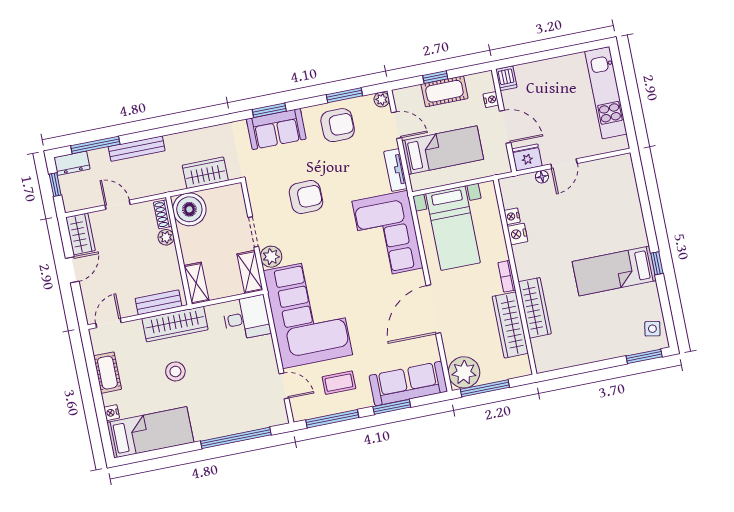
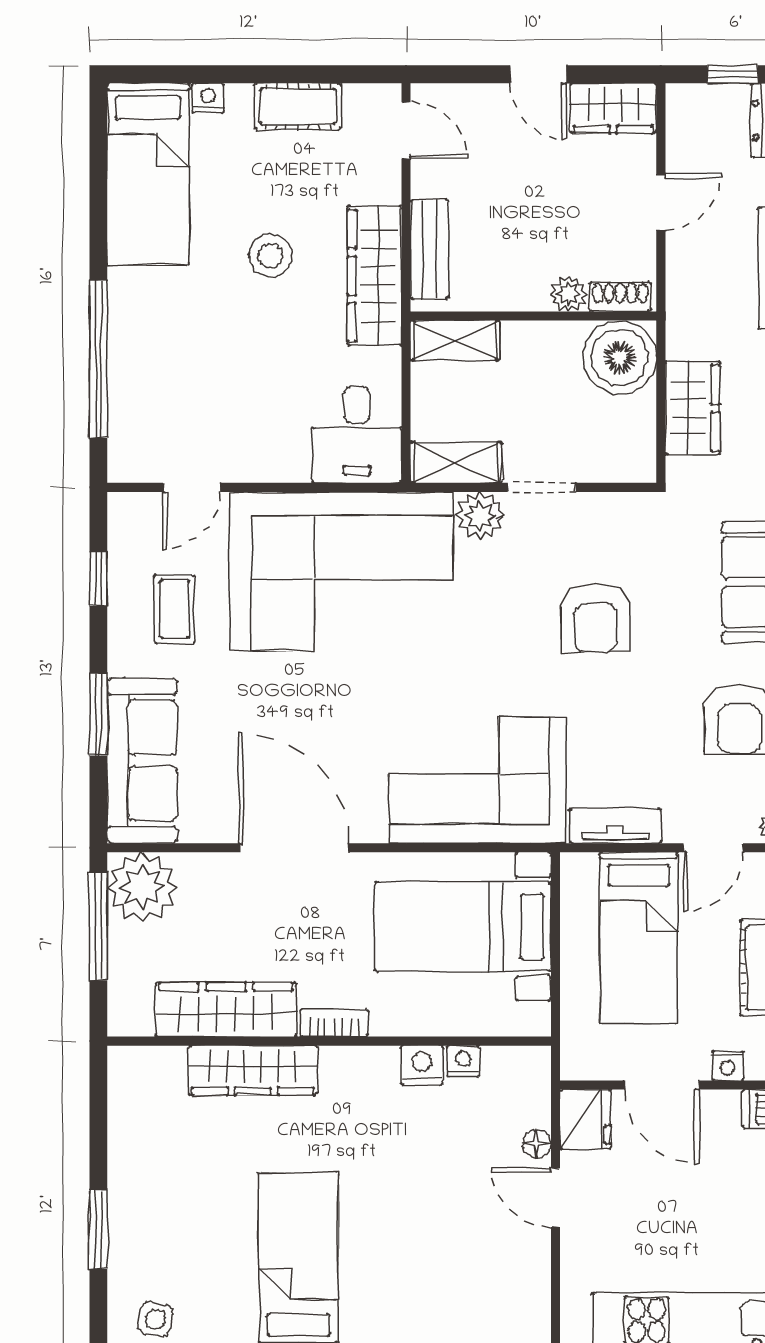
door: (505, 127) -> (662, 1085), hinge flipped
window: (644, 356) -> (98, 1229), moved
window: (332, 419) -> (98, 579), width x0.46

